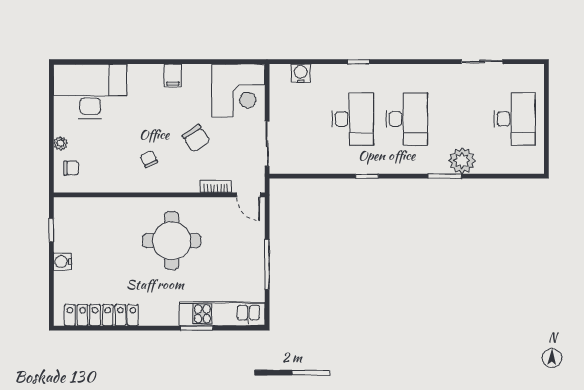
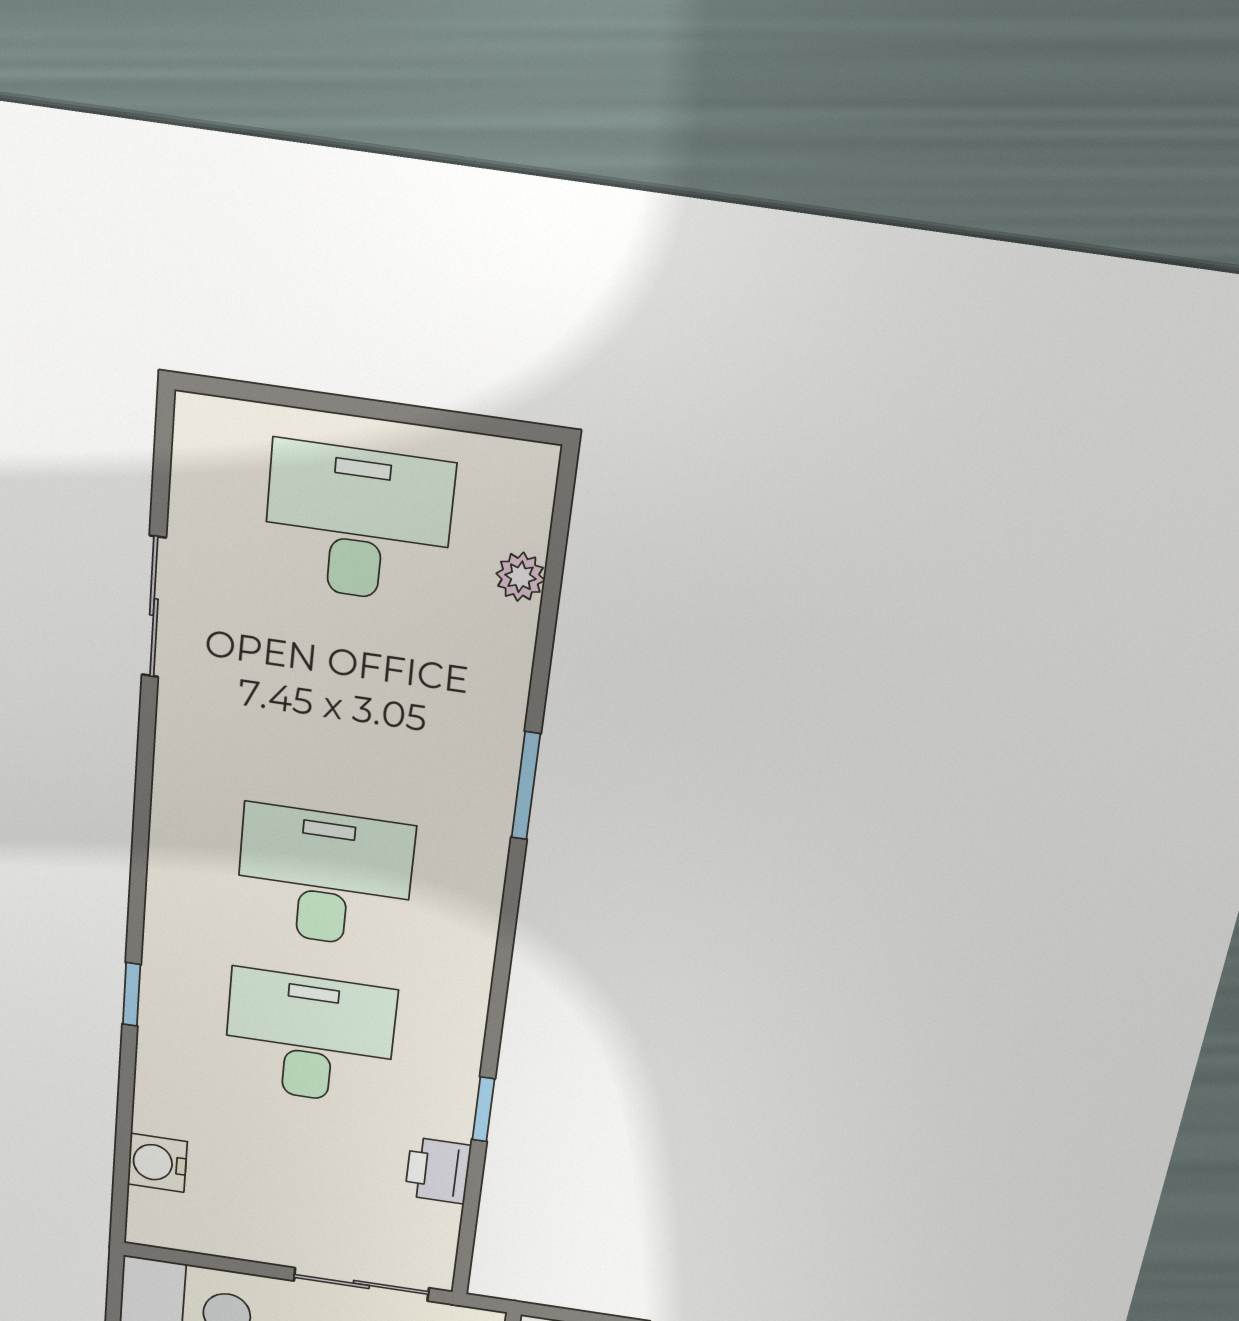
plant: (462, 161) -> (520, 577), moved, width x0.53, depth x0.53
printer: (313, 164) -> (438, 1171), added
window: (367, 176) -> (483, 1109), moved

